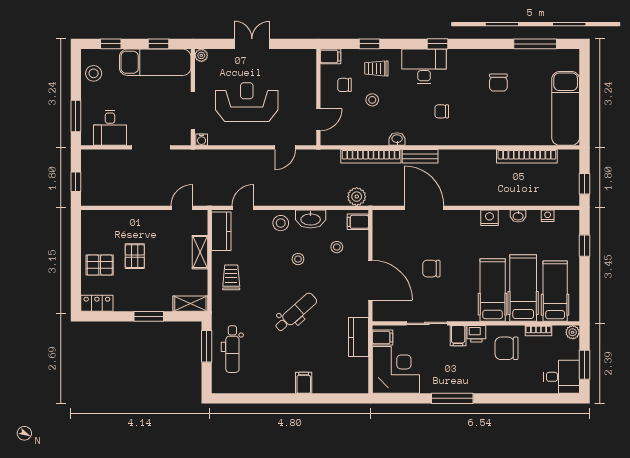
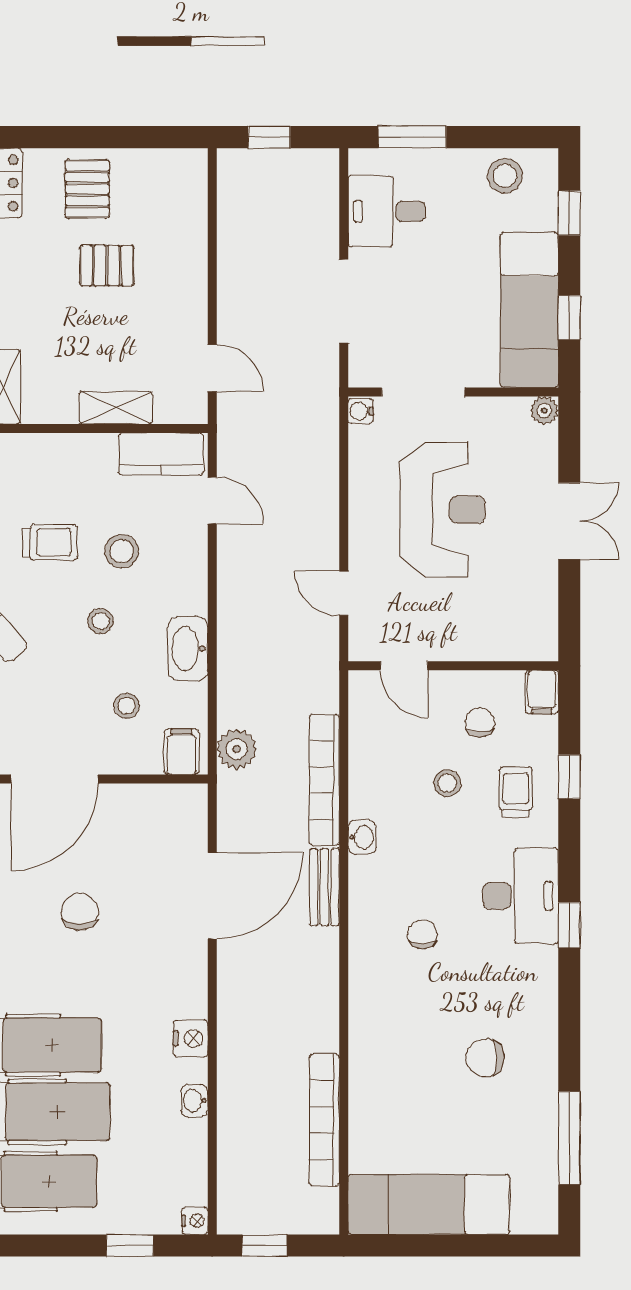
nightstand: (548, 216) -> (195, 1221), moved
stool: (281, 223) -> (122, 551), moved
trolley: (231, 277) -> (50, 542), moved

